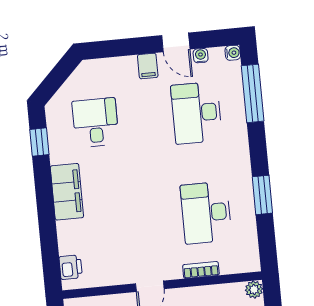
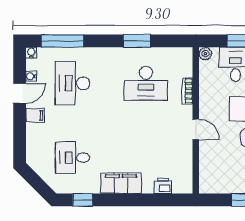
desk: (196, 113) -> (72, 83), turned 90
printer: (71, 267) -> (163, 186), moved

